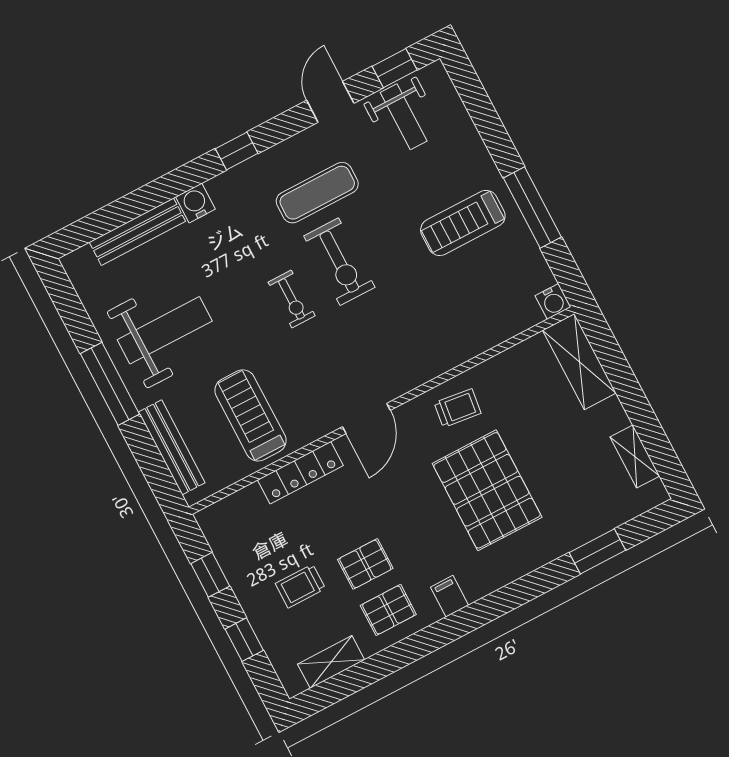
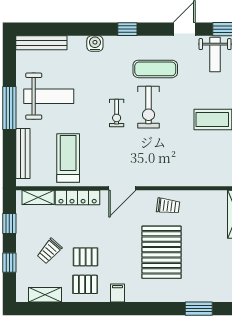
bench: (137, 232) -> (41, 43), moved
shelving: (235, 507) -> (38, 197), added
trolley: (300, 586) -> (49, 251), turned -49

